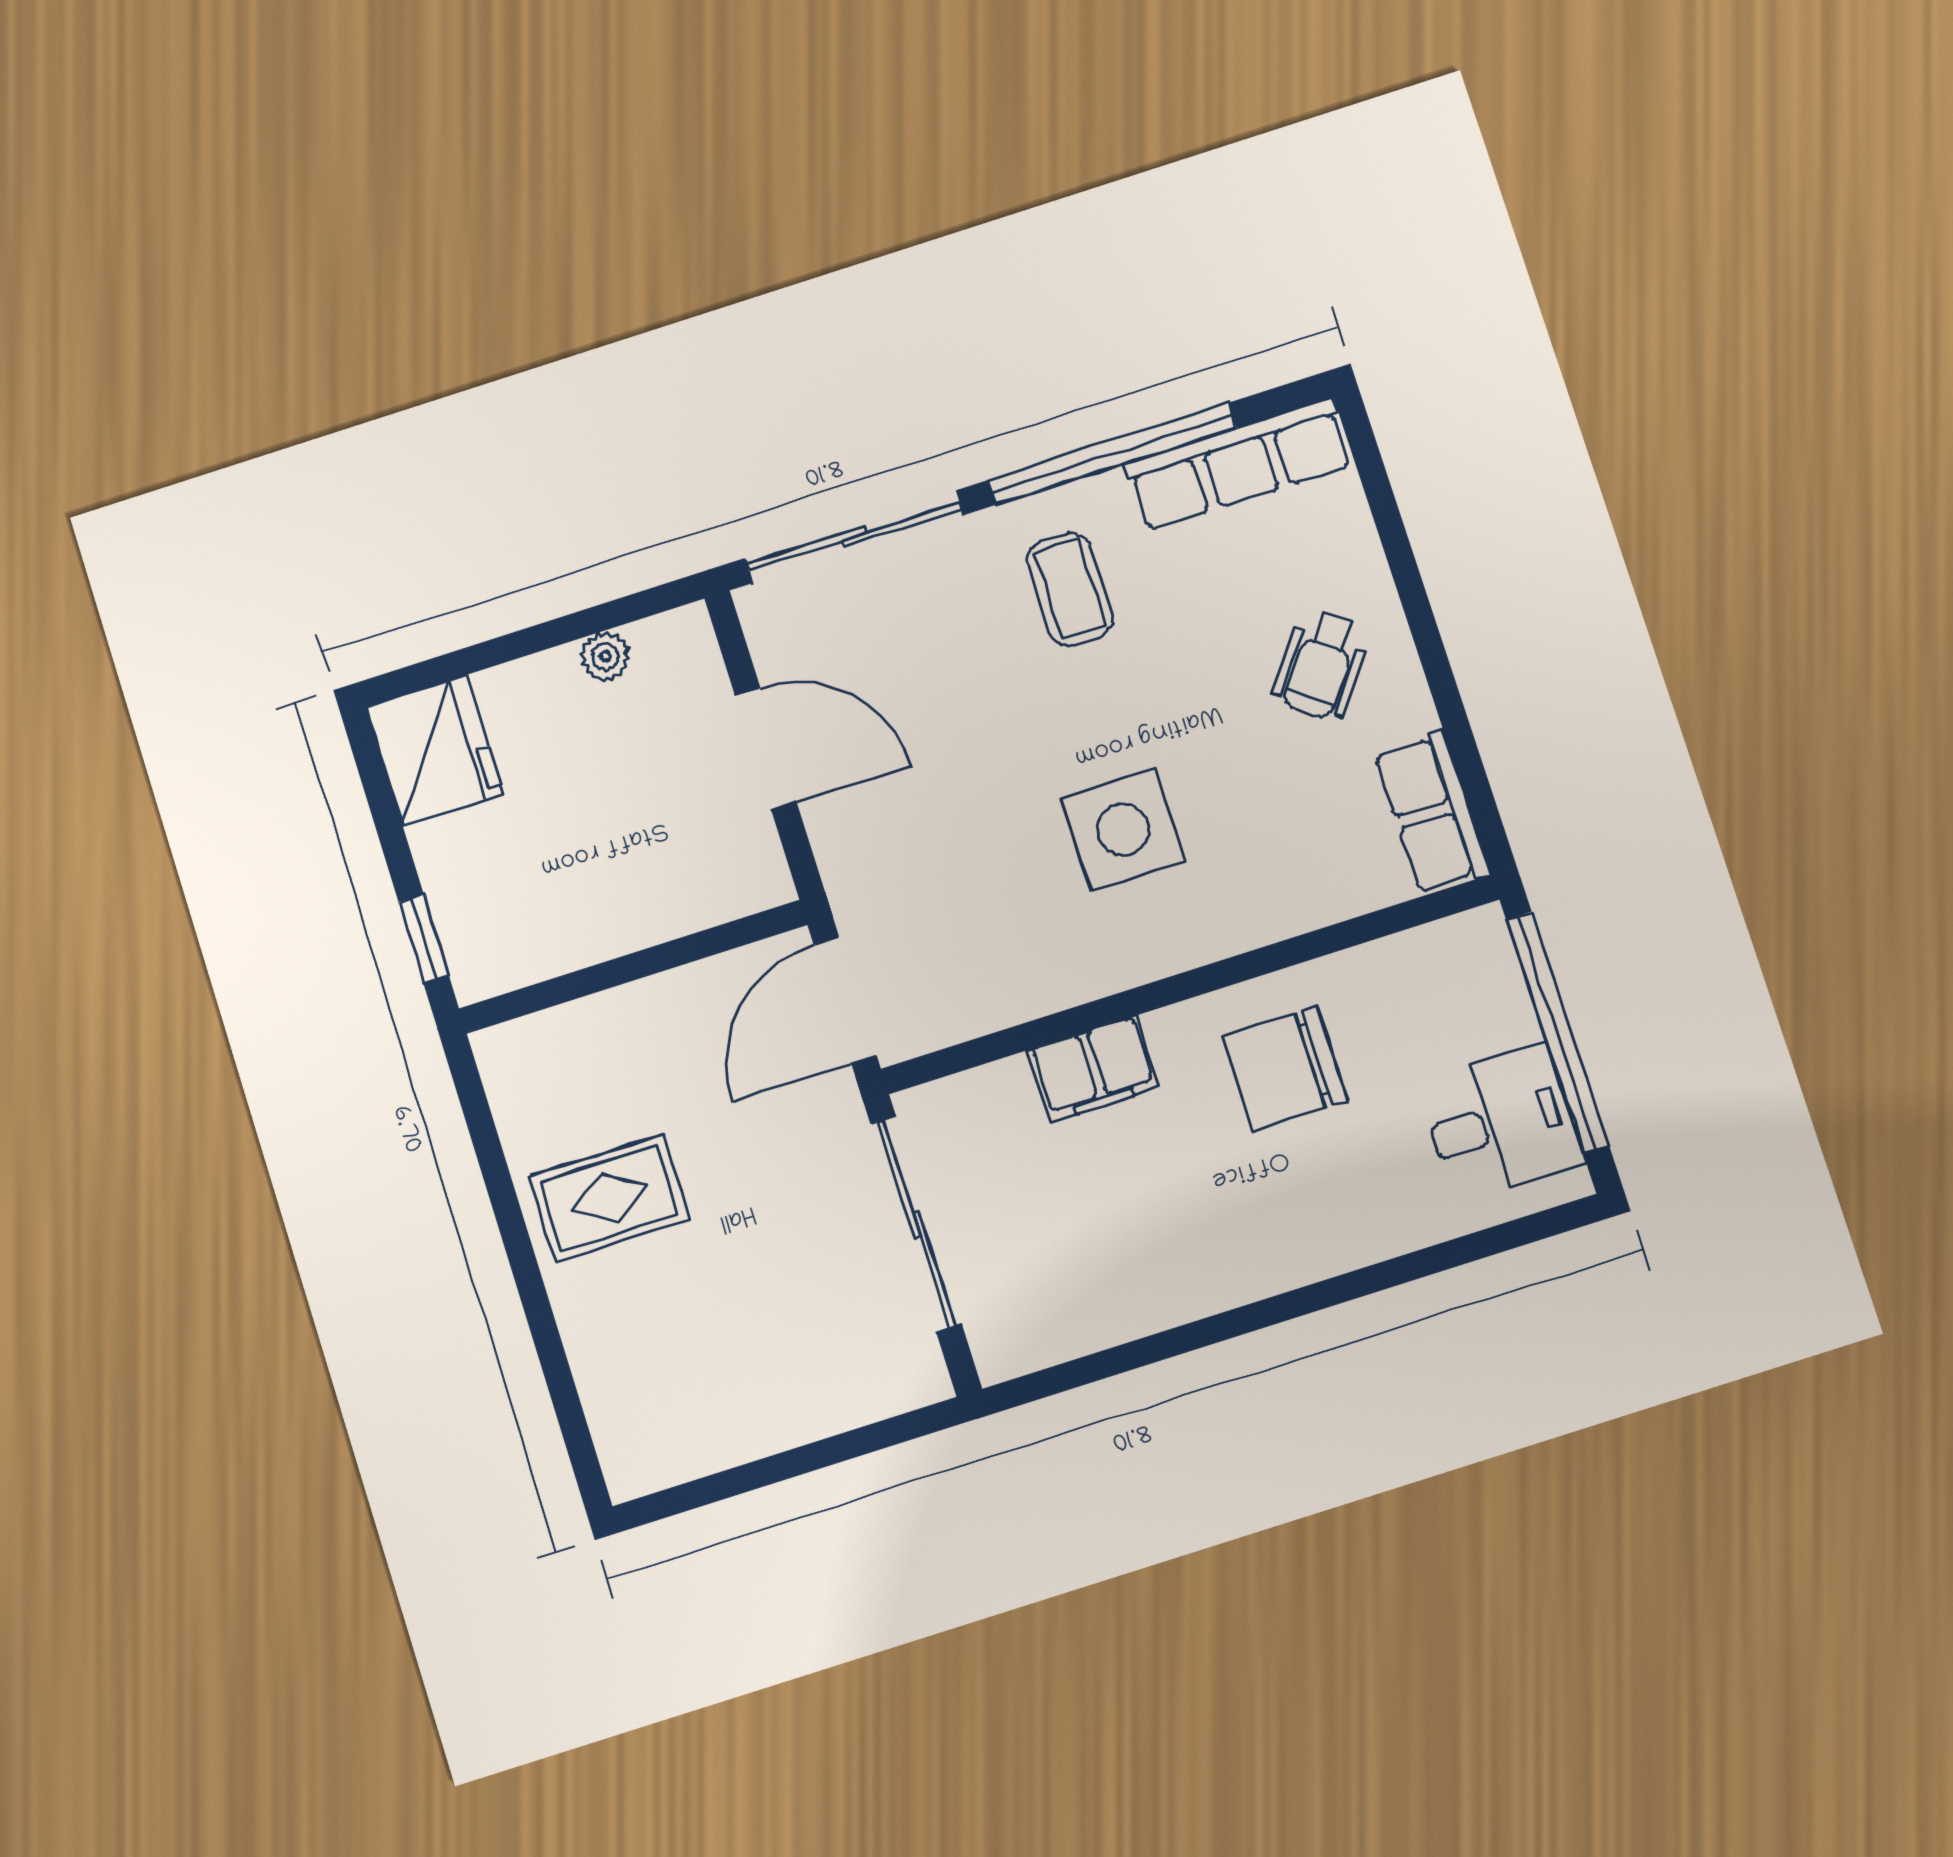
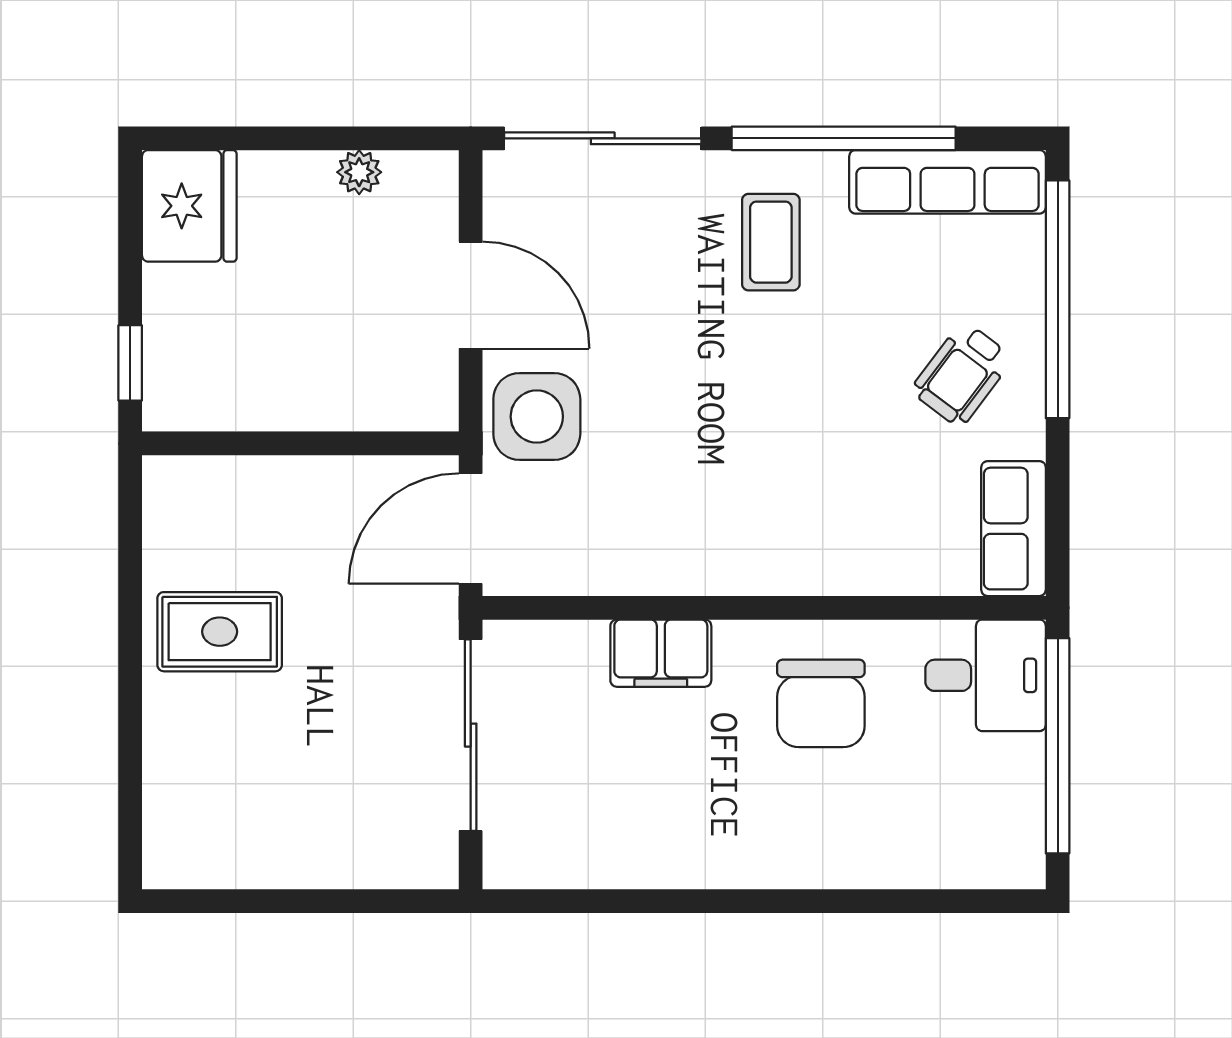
window: (1398, 551) -> (1058, 299), added
side table: (1123, 830) -> (537, 417), moved
chair: (1285, 1069) -> (821, 703), turned -90
desk: (1500, 1123) -> (986, 675), moved

